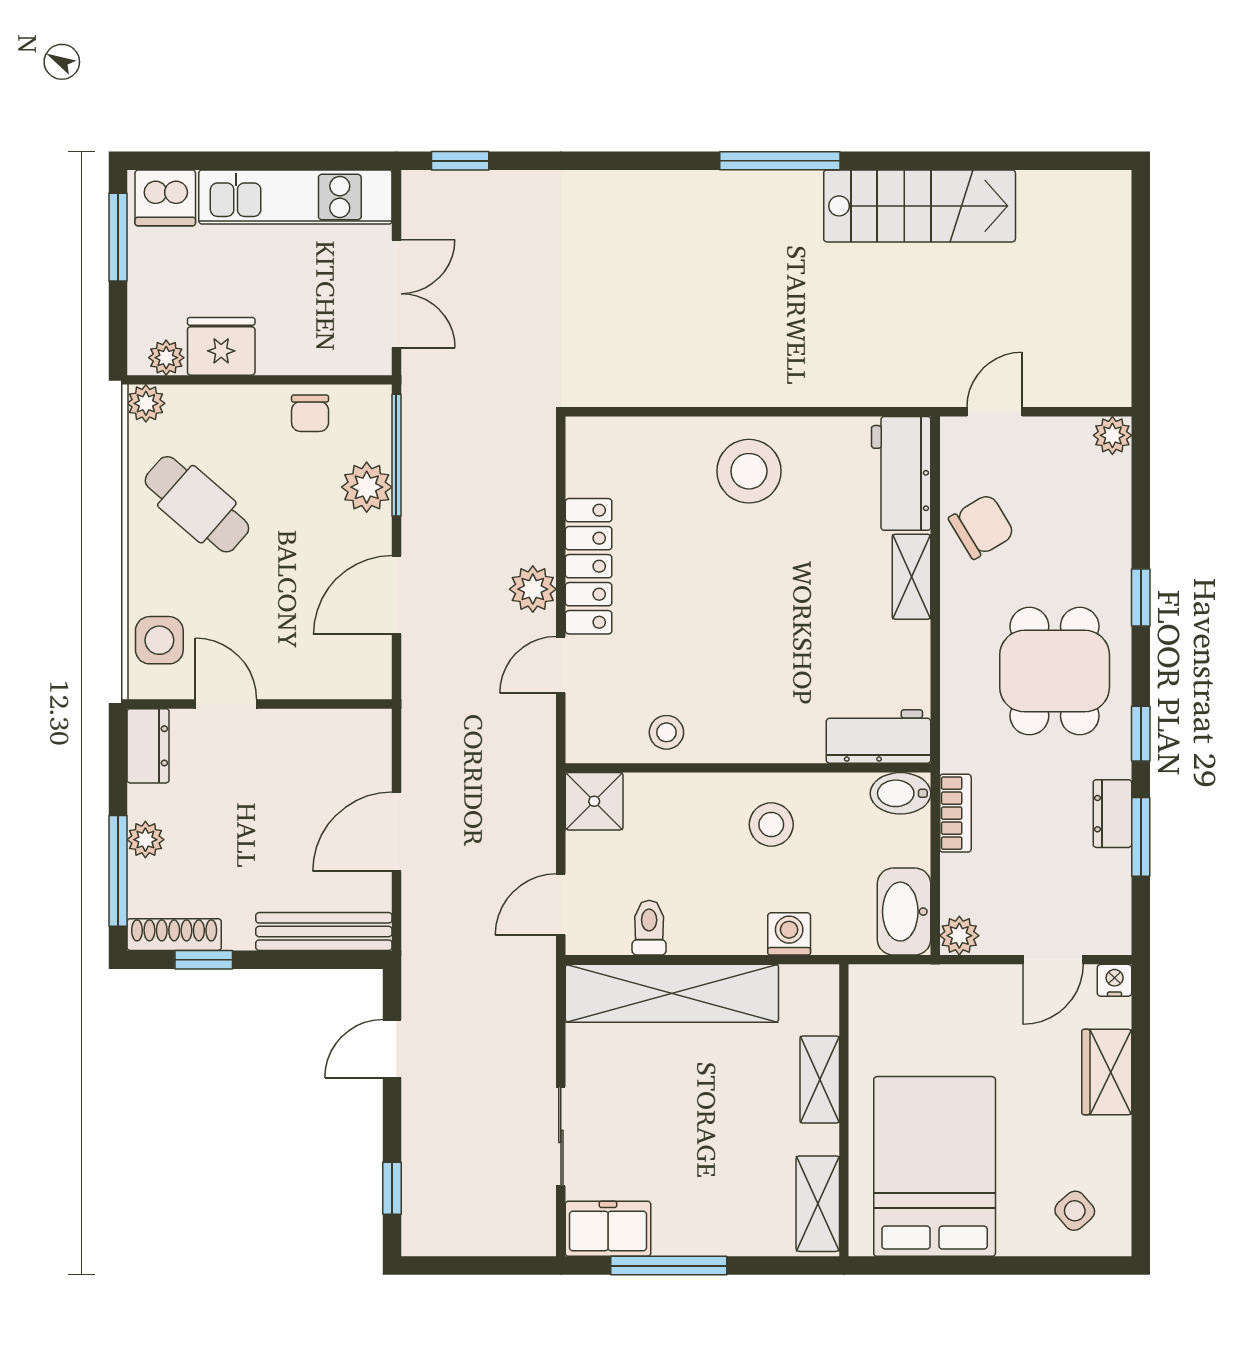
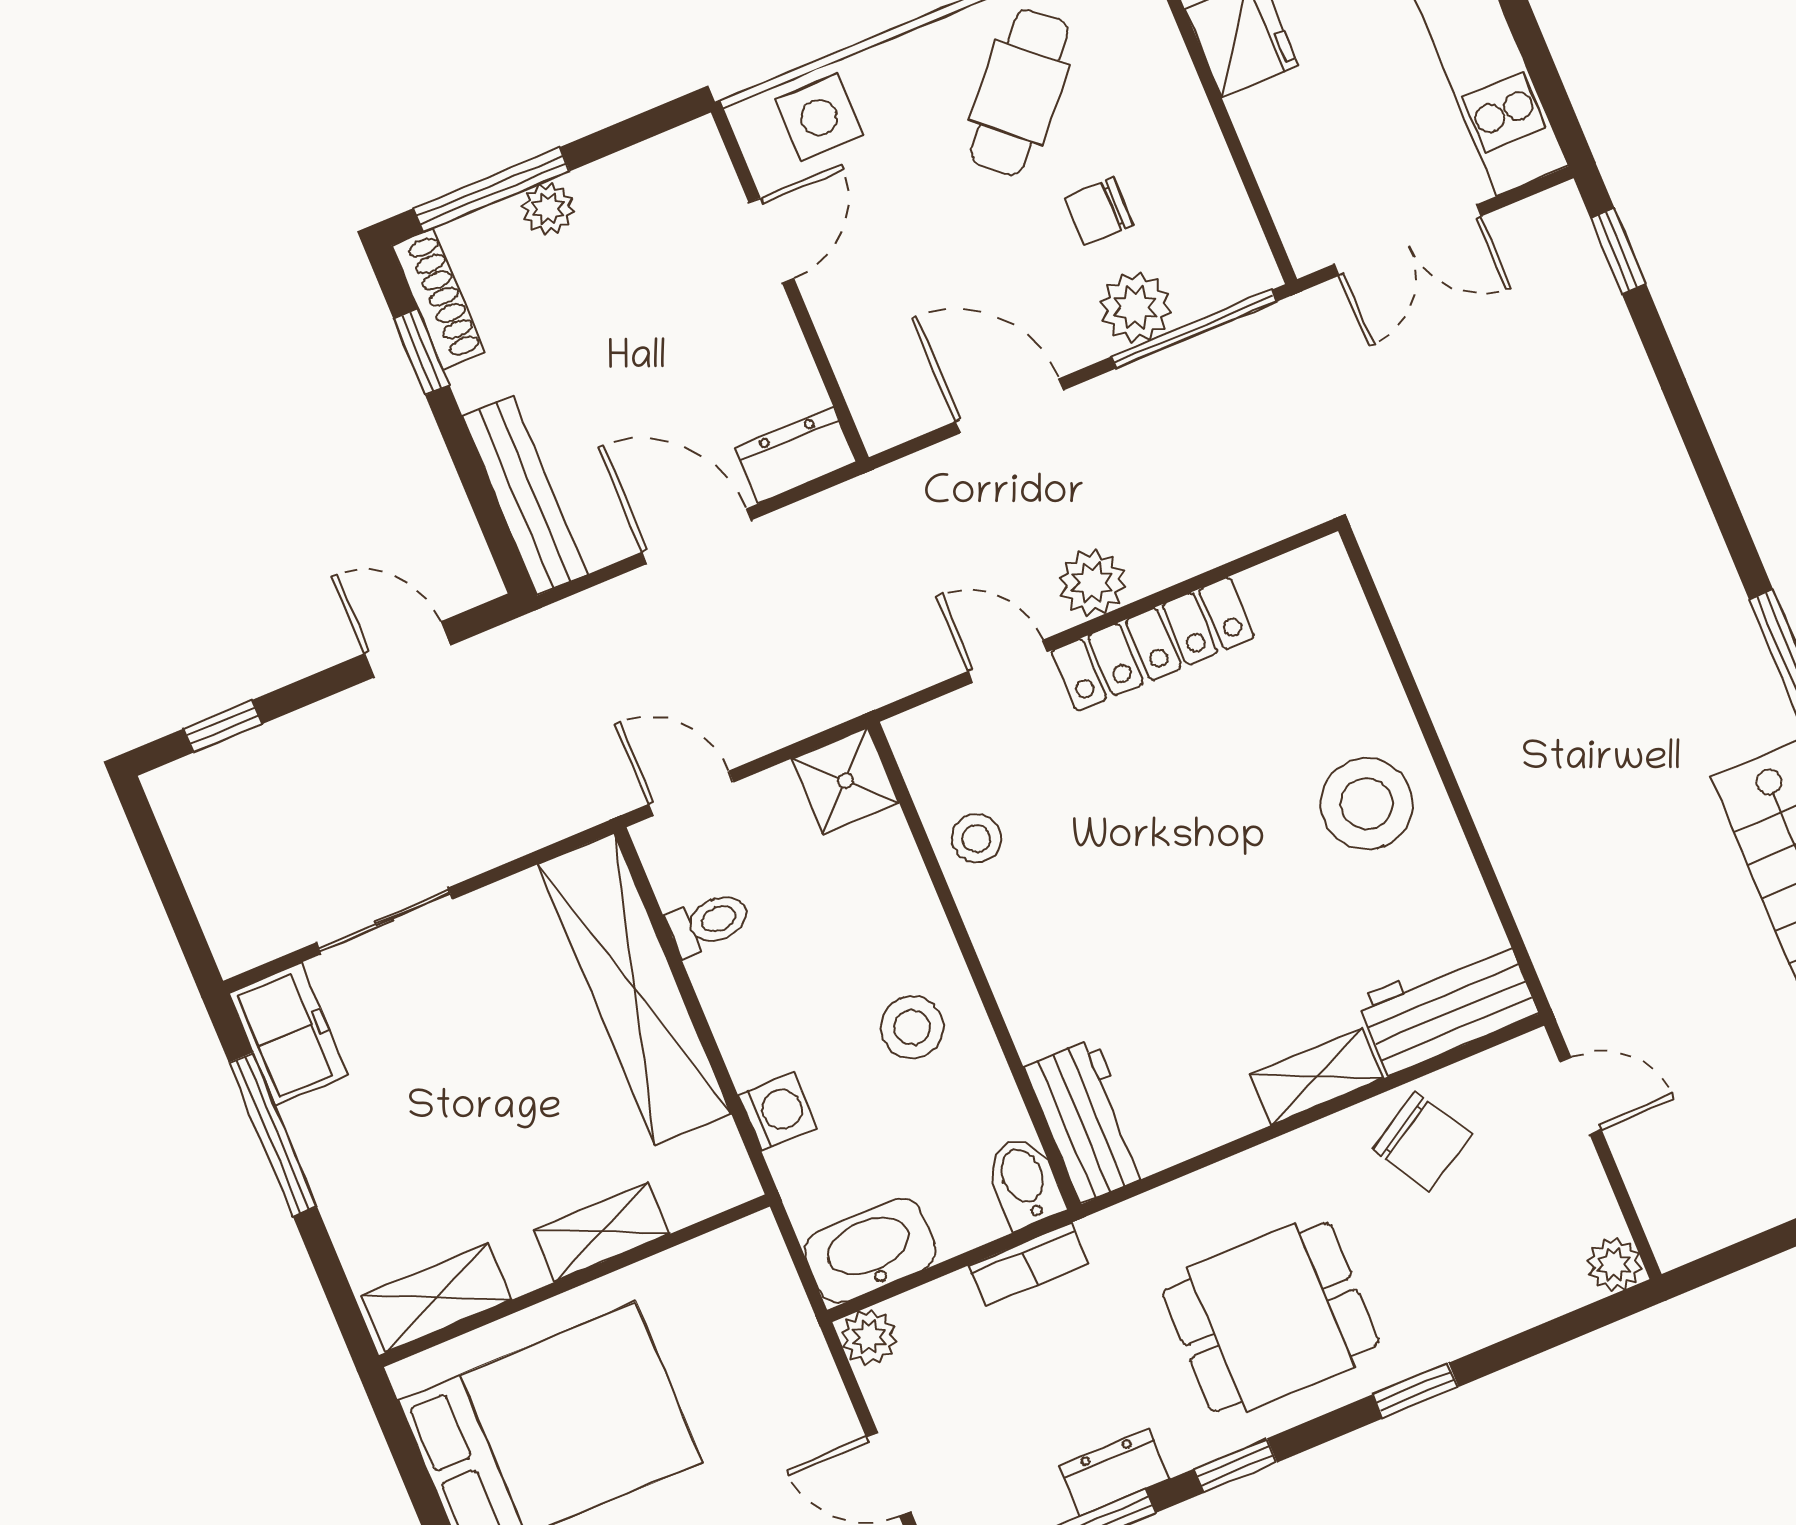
chair: (310, 413) -> (1099, 212), moved
dresser: (148, 746) -> (796, 455), moved, turned 180

